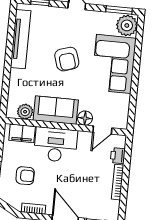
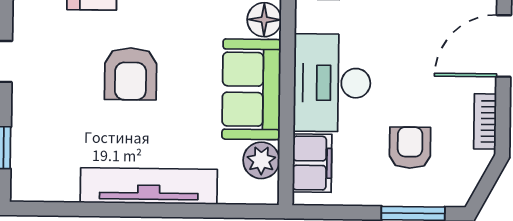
tv unit: (21, 39) -> (149, 186), moved
armchair: (67, 59) -> (131, 74), turned 108

